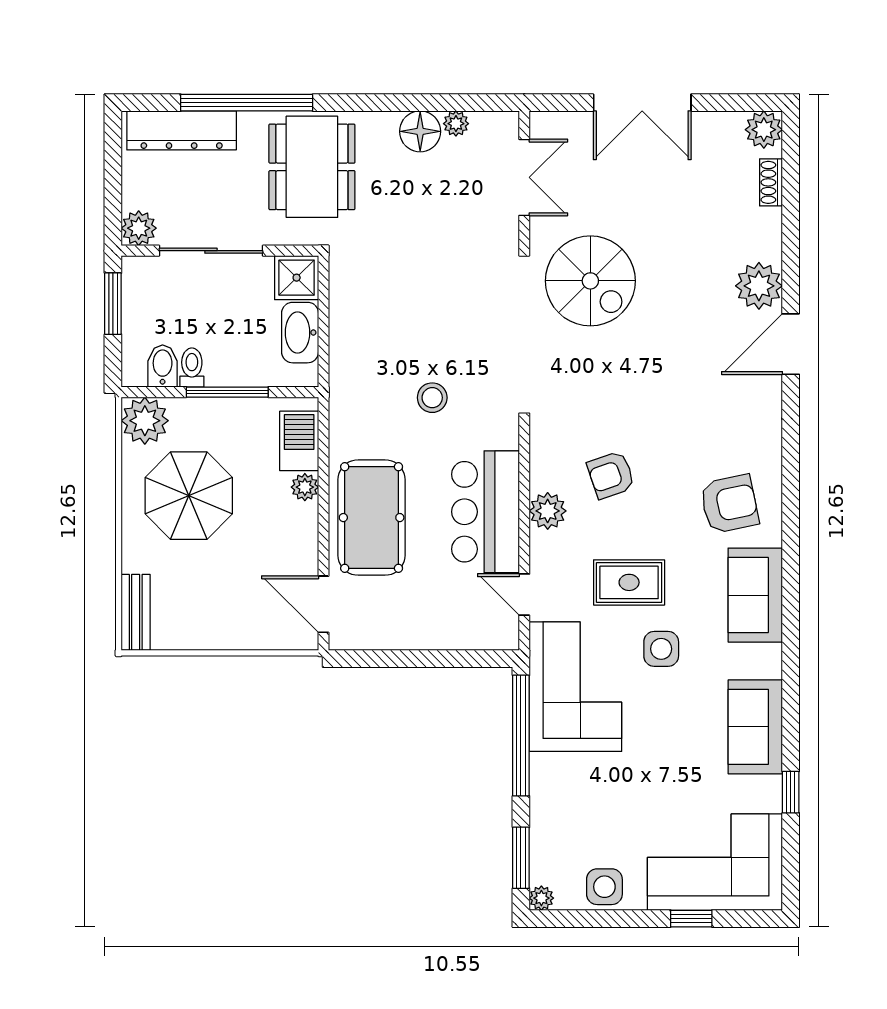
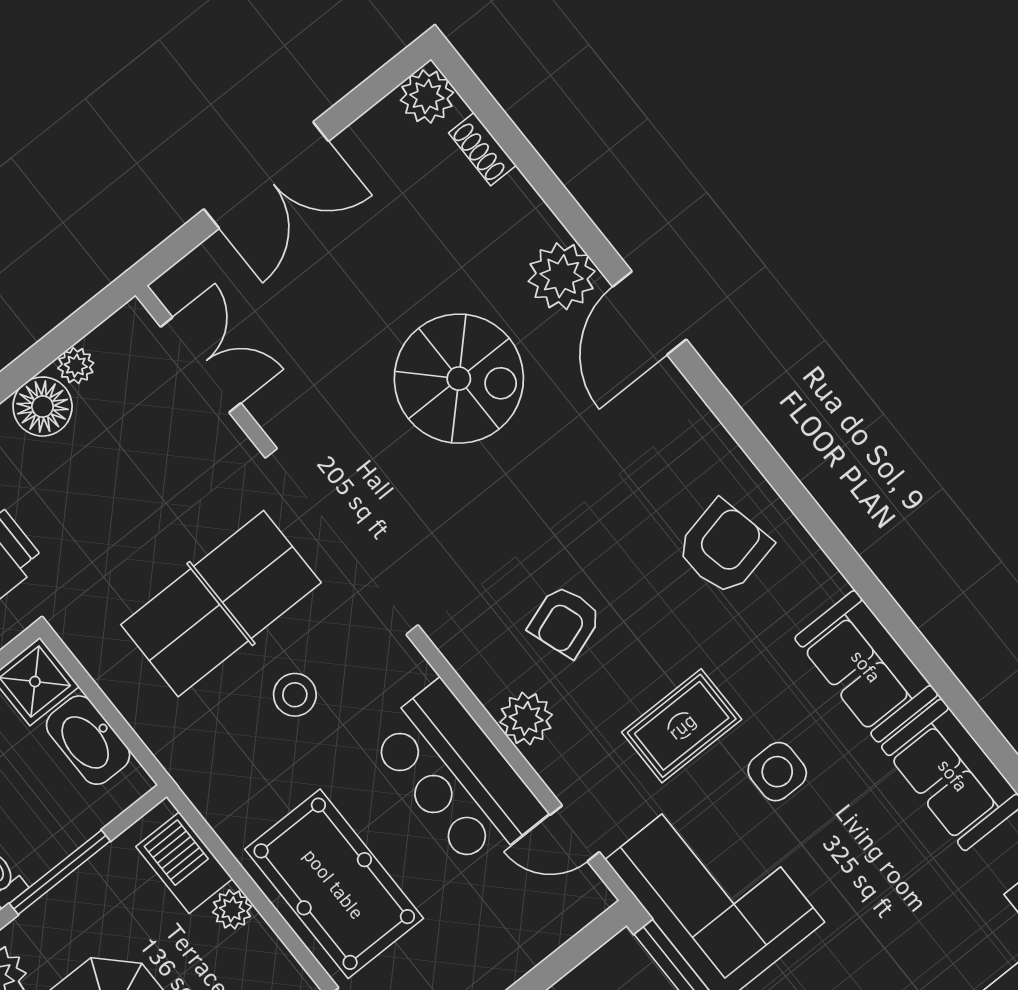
spiral stairs: (590, 281) -> (459, 379), moved
table tennis table: (432, 316) -> (221, 604), added
sofa: (755, 595) -> (866, 666), moved

